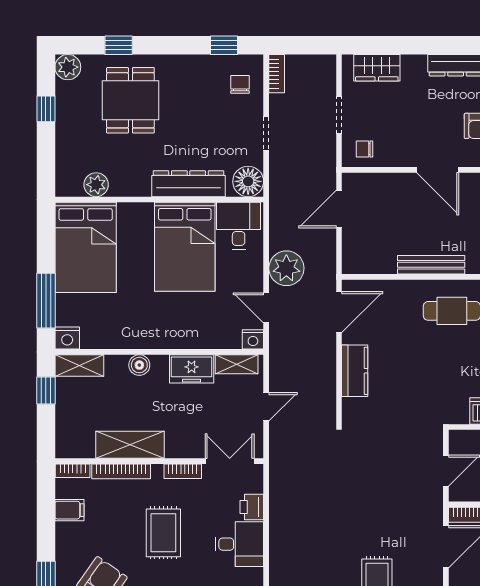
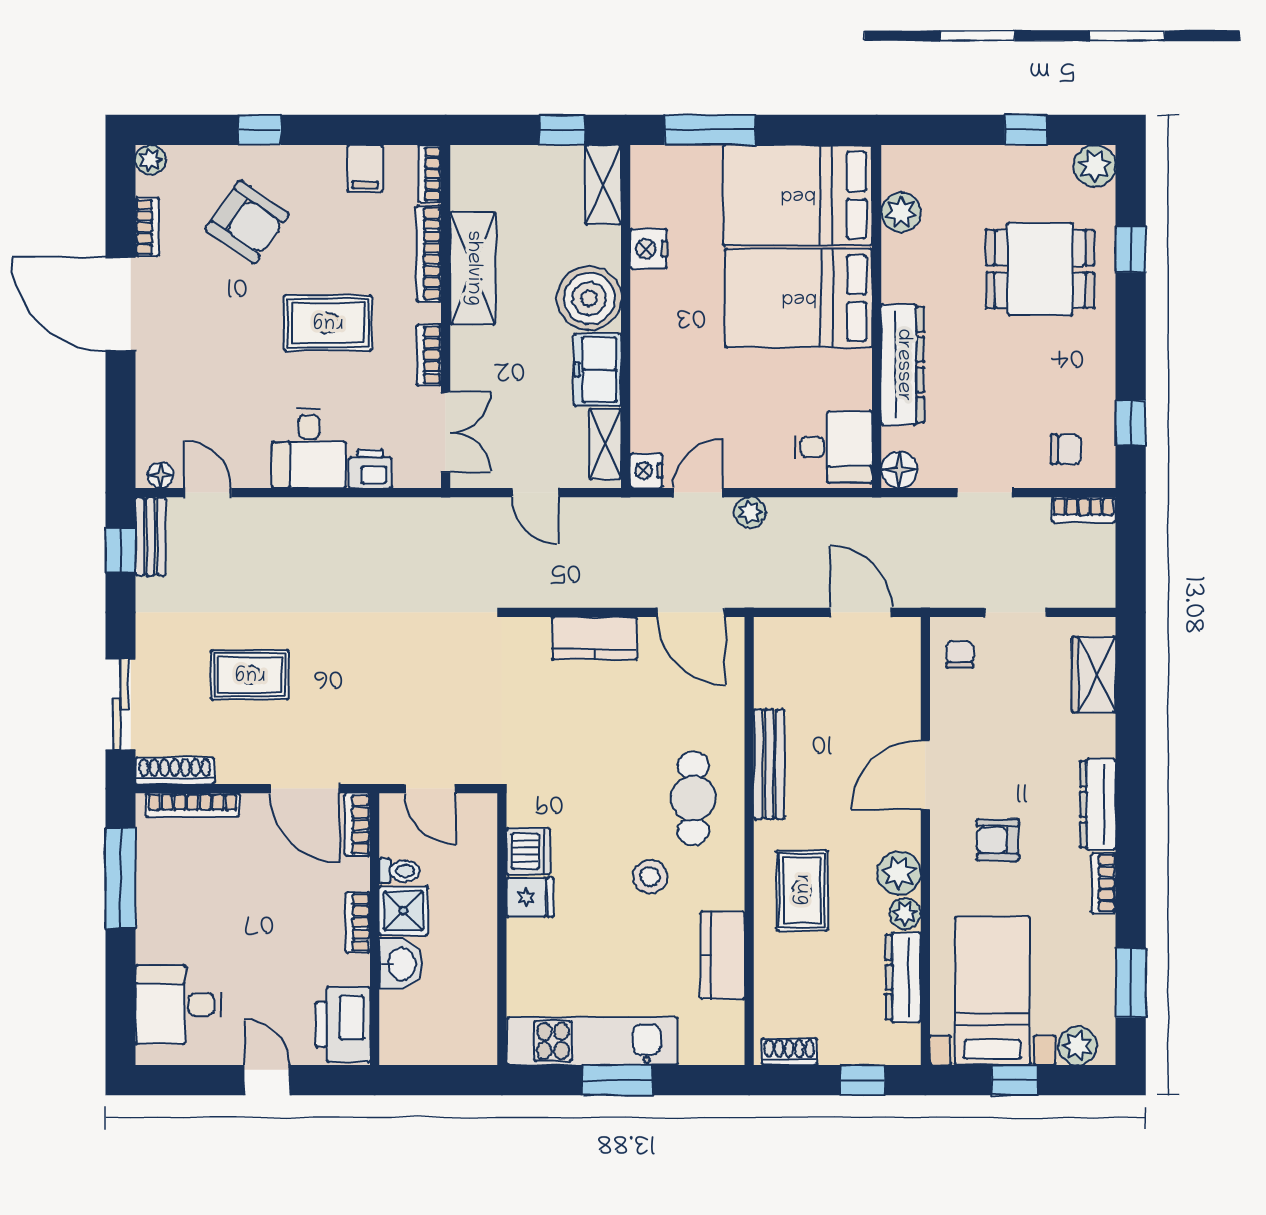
floor lamp: (248, 181) -> (899, 470), width x0.73, depth x0.73
bed: (185, 247) -> (799, 298), moved
plant: (286, 268) -> (750, 512), width x0.53, depth x0.53
nightstand: (67, 338) -> (648, 249), moved
boiler: (139, 365) -> (589, 298), width x1.86, depth x1.86

